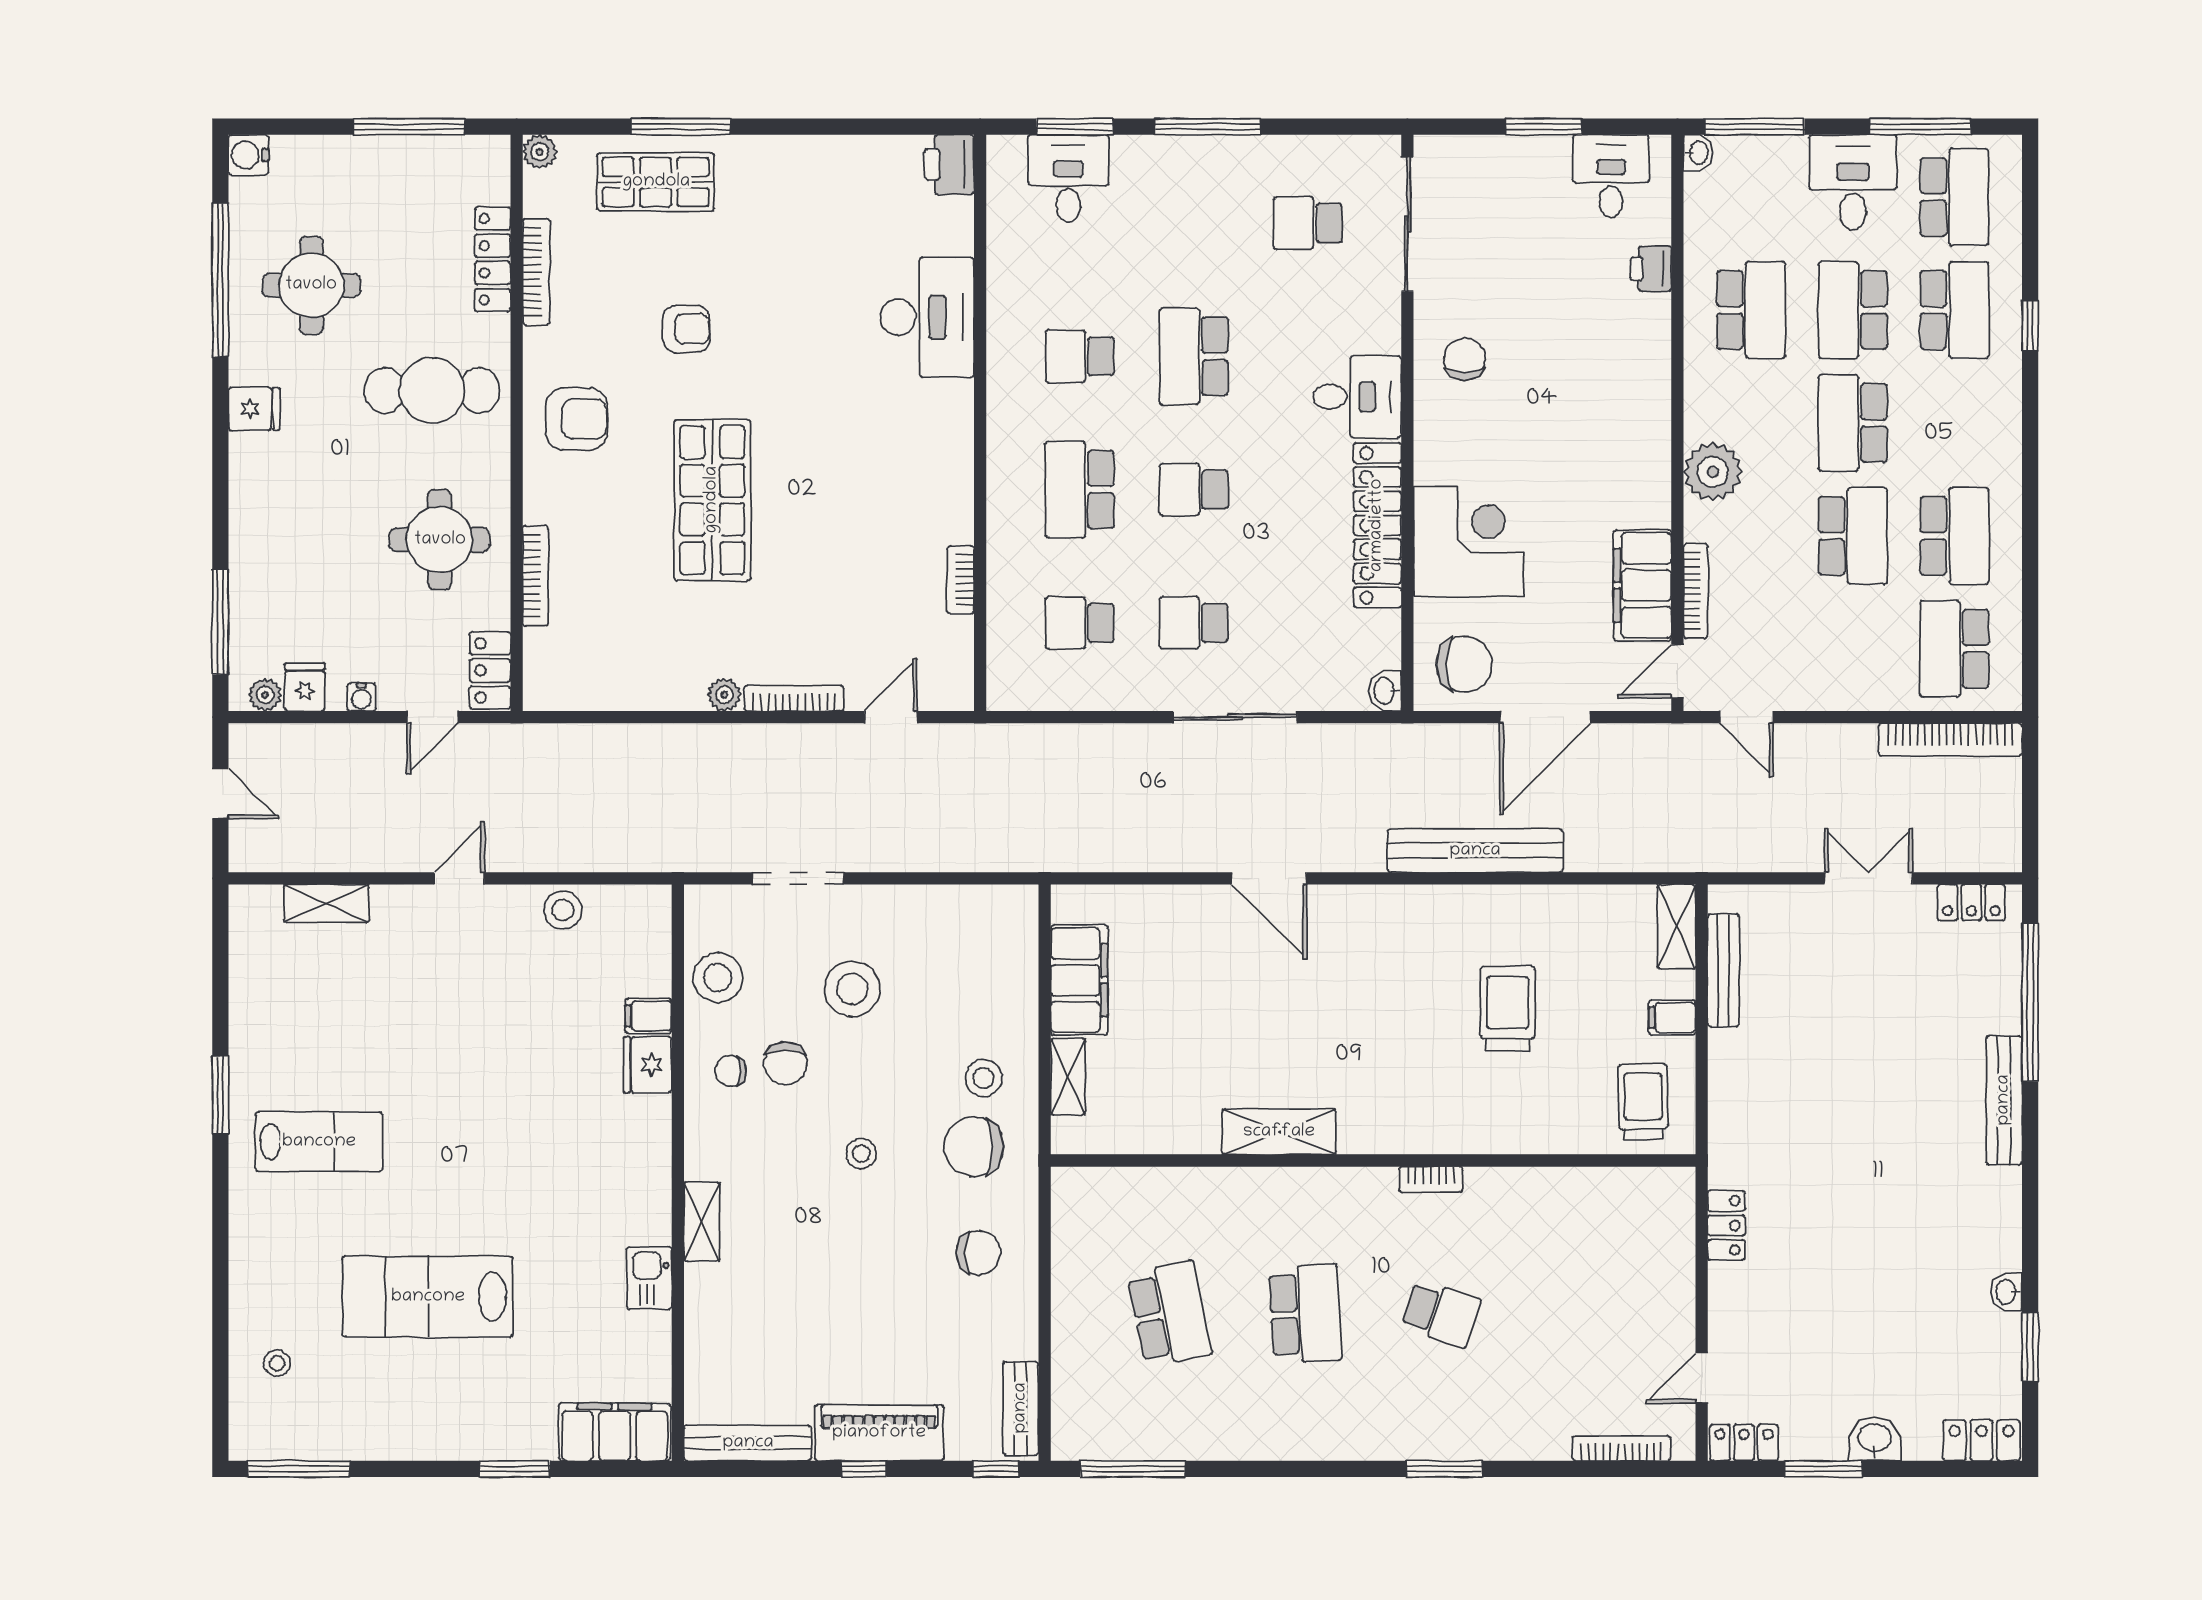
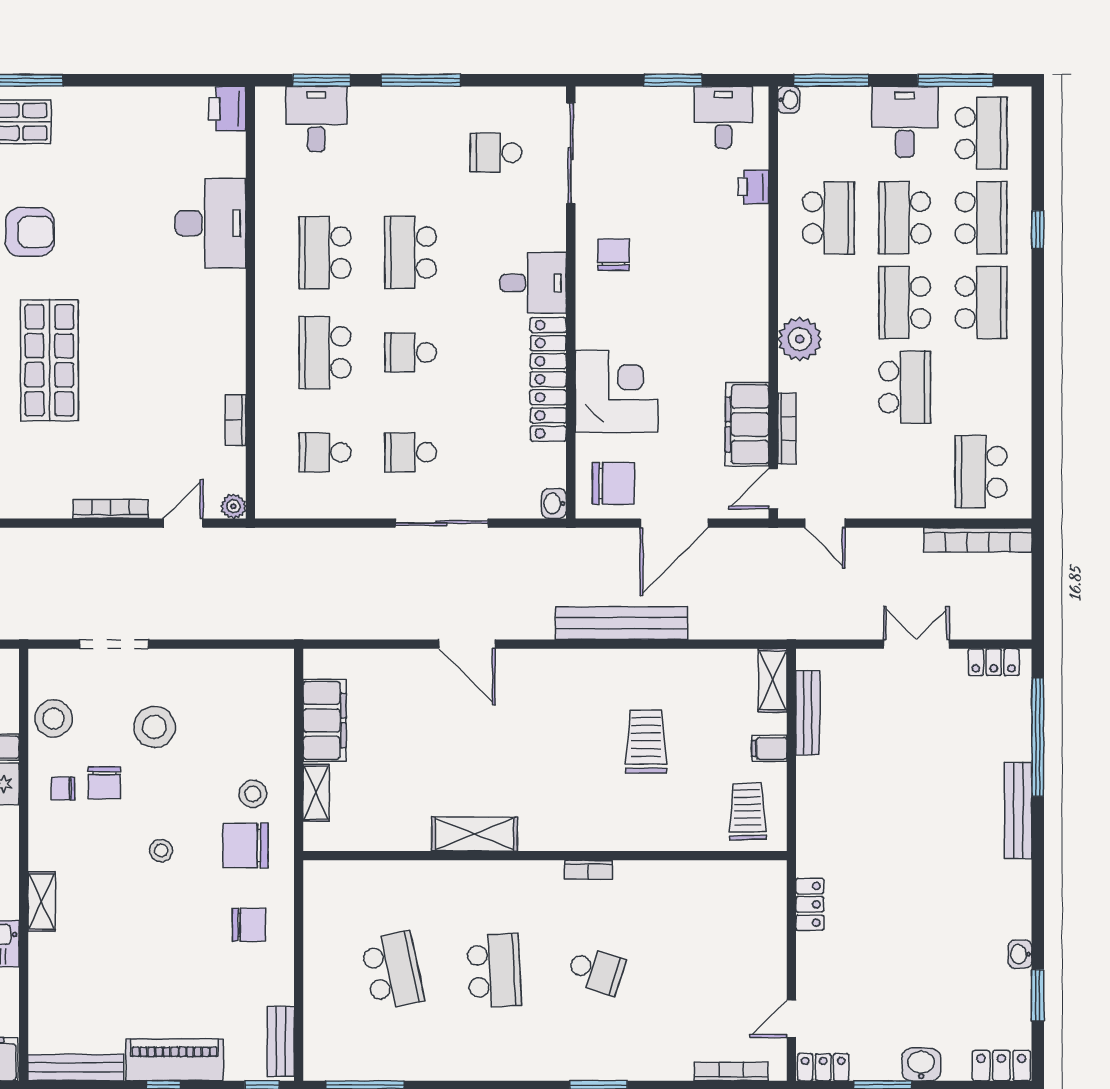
armchair: (686, 329) -> (30, 232), width x1.38, depth x1.38
school desk: (1080, 356) -> (325, 252), width x1.85
school desk: (1955, 536) -> (981, 302), moved
plant: (724, 695) -> (233, 506), moved

